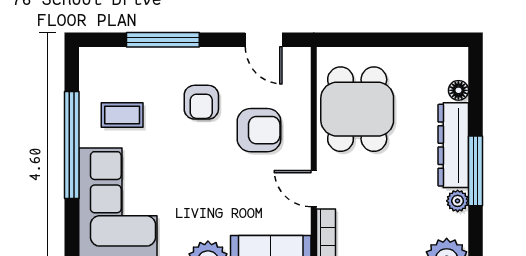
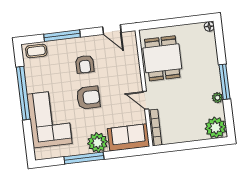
floor lamp: (458, 90) -> (209, 26), moved
coffee table: (122, 115) -> (36, 51), moved
armchair: (259, 130) -> (88, 98), moved
dresser: (453, 145) -> (212, 70), removed

